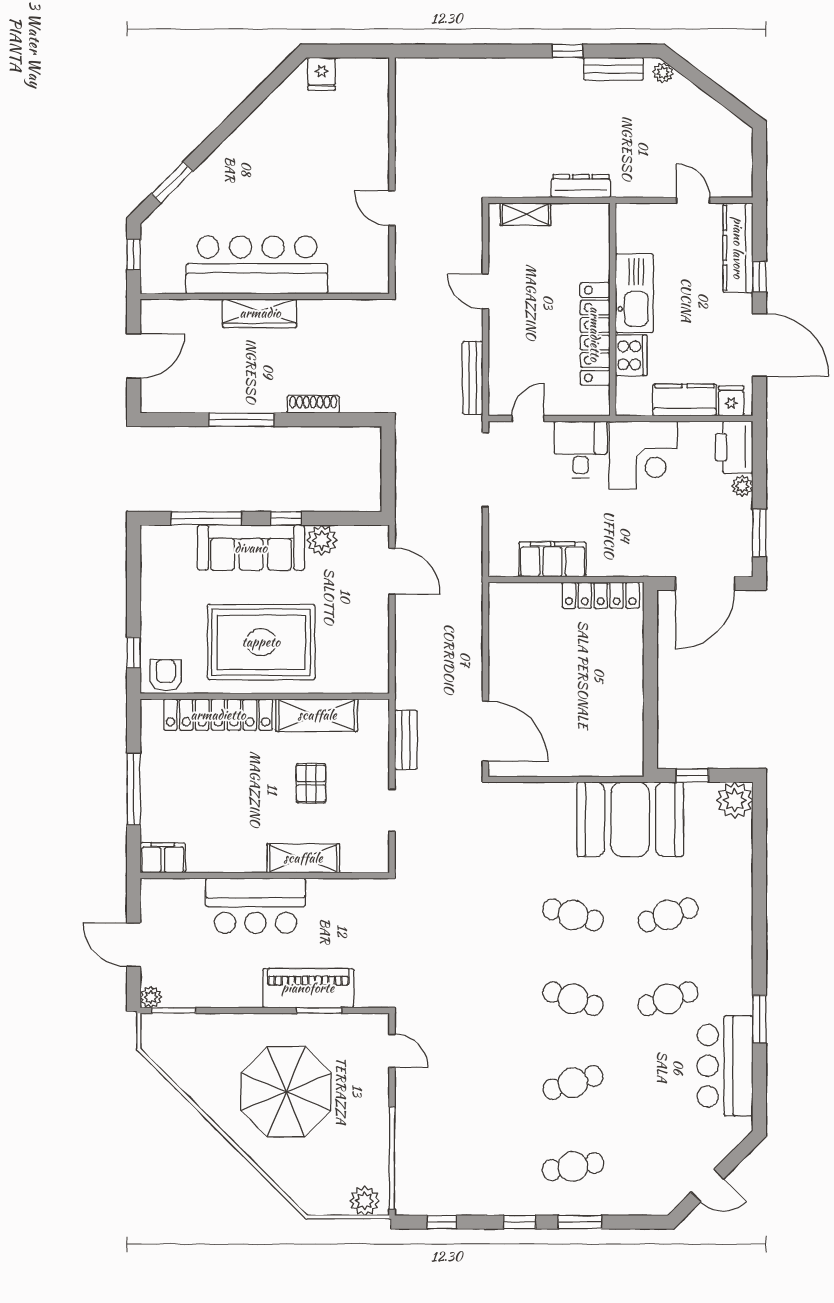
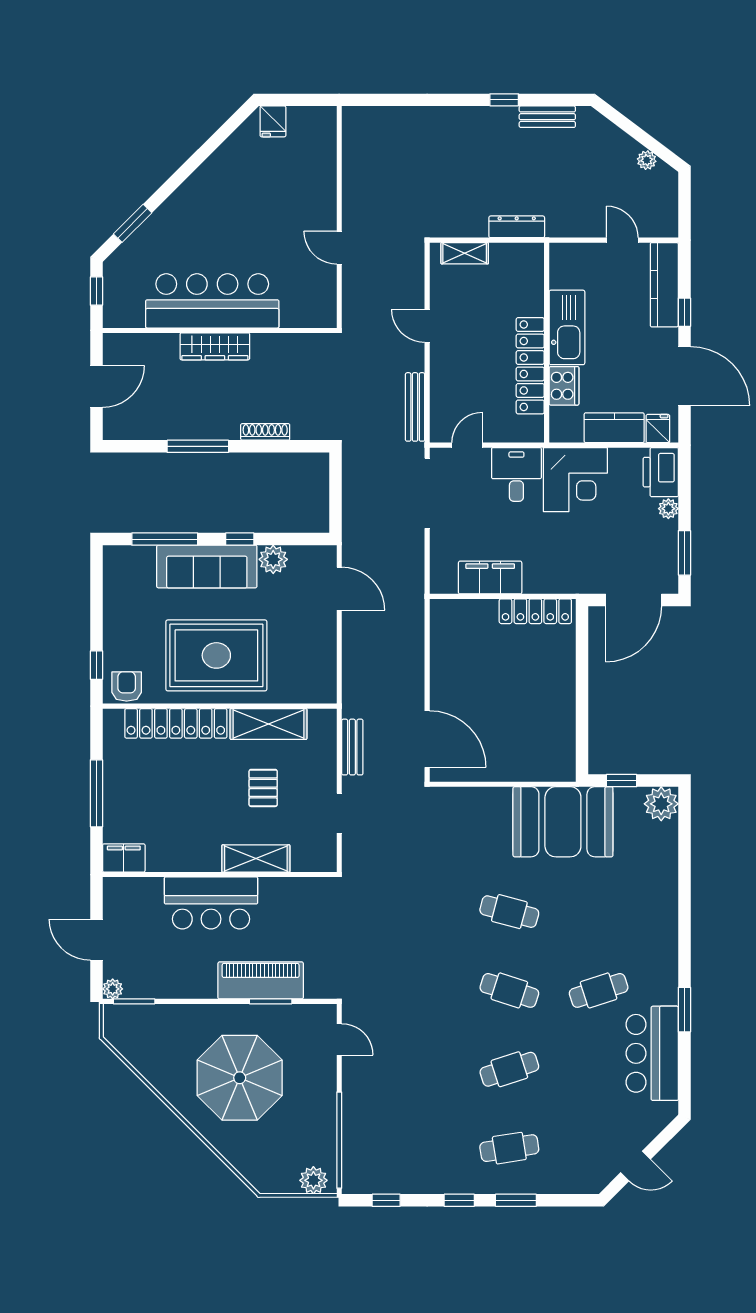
plant: (663, 73) -> (647, 160), moved
cafe table: (668, 915) -> (599, 912), removed

